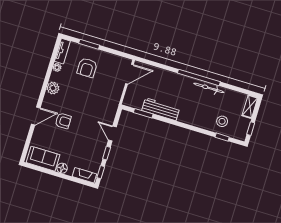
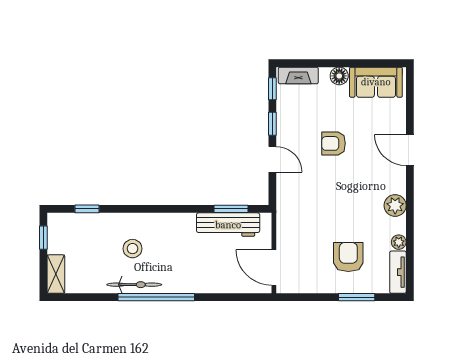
door: (129, 74) -> (274, 268), hinge flipped
workbench: (161, 109) -> (228, 225), moved
door: (36, 116) -> (410, 150), hinge flipped
armchair: (63, 121) -> (334, 143), moved
stool: (222, 121) -> (132, 249), moved

